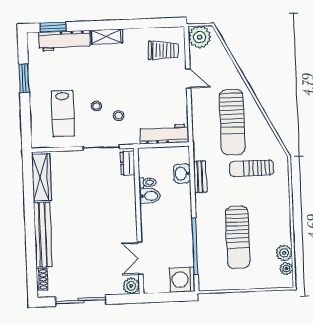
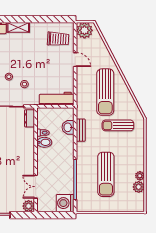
plant: (286, 268) -> (140, 176), moved

